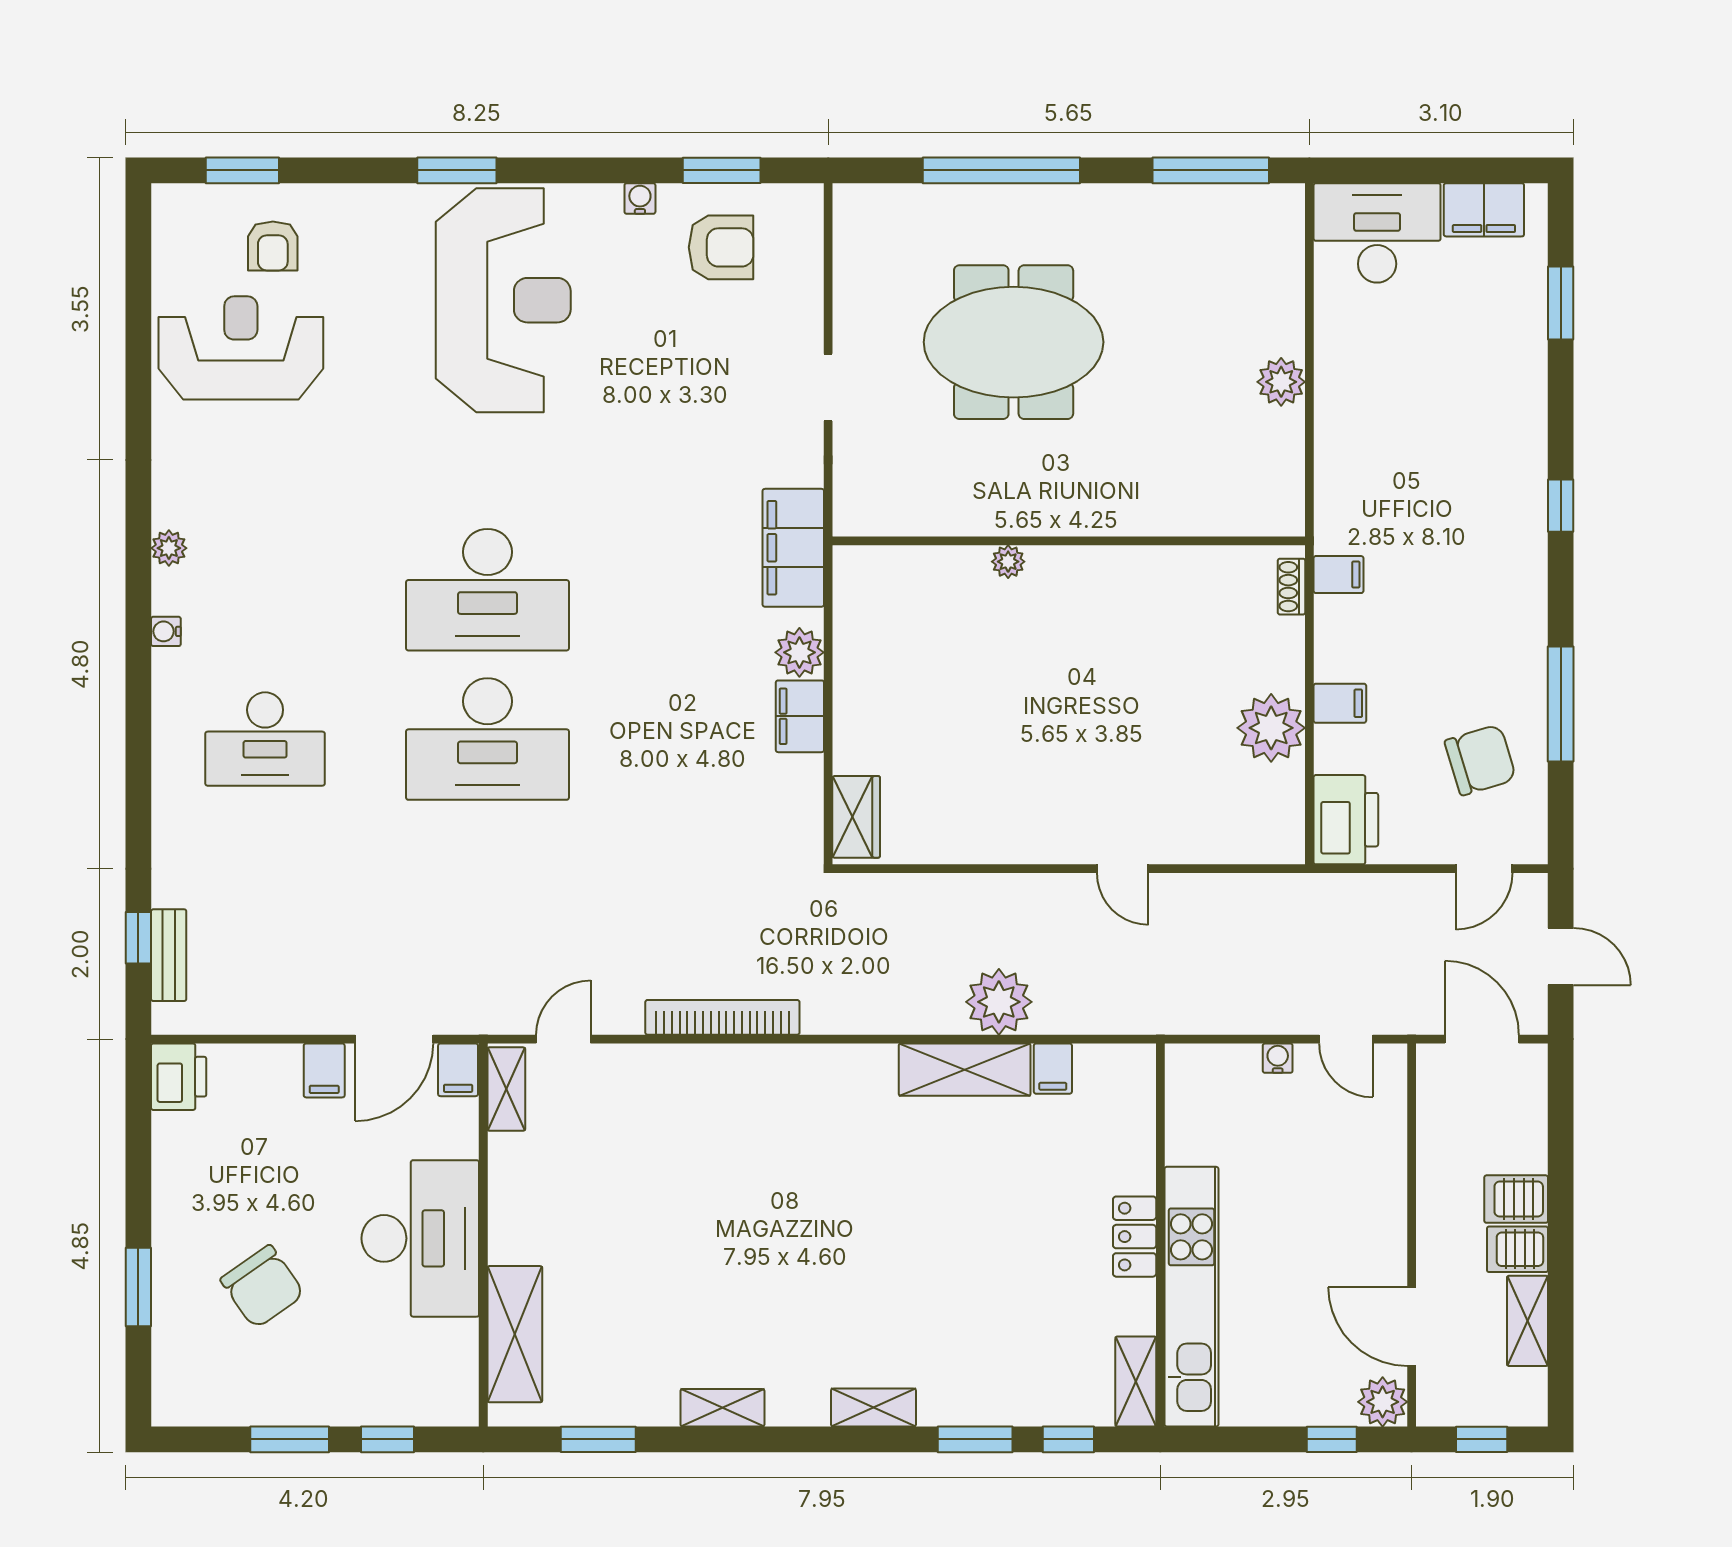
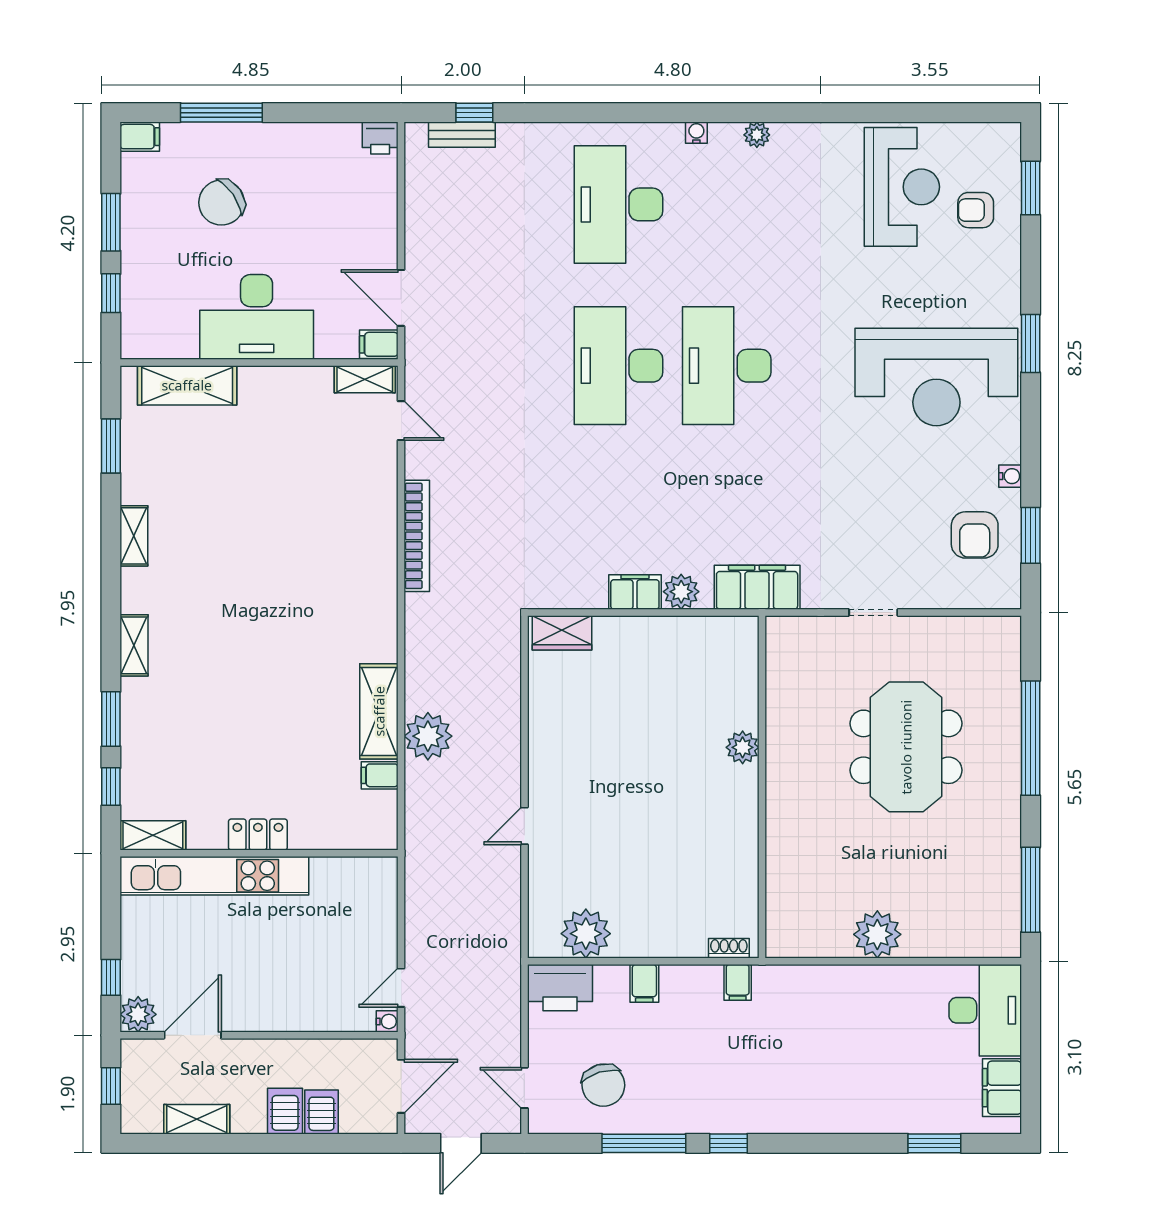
plant: (1281, 382) -> (877, 934), width x1.36, depth x1.36
window: (1561, 506) -> (728, 1143), moved
plant: (1008, 562) -> (743, 747), width x1.38, depth x1.38
plant: (1271, 728) -> (586, 934), moved
desk: (265, 739) -> (618, 204), width x1.36, depth x1.30
water cooler: (1278, 1058) -> (387, 1021), moved
filing cabinet: (324, 1070) -> (140, 137), moved, turned 180
printer: (179, 1077) -> (380, 138), width x0.73, depth x0.81
server rack: (1517, 1249) -> (321, 1112), moved
window: (138, 1287) -> (221, 113), width x1.44

